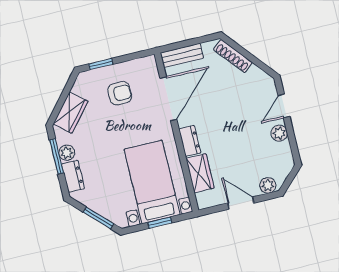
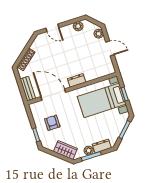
plant: (279, 133) -> (78, 26), moved
wardrobe: (200, 173) -> (95, 73), removed
door: (241, 203) -> (110, 48), swing flipped

